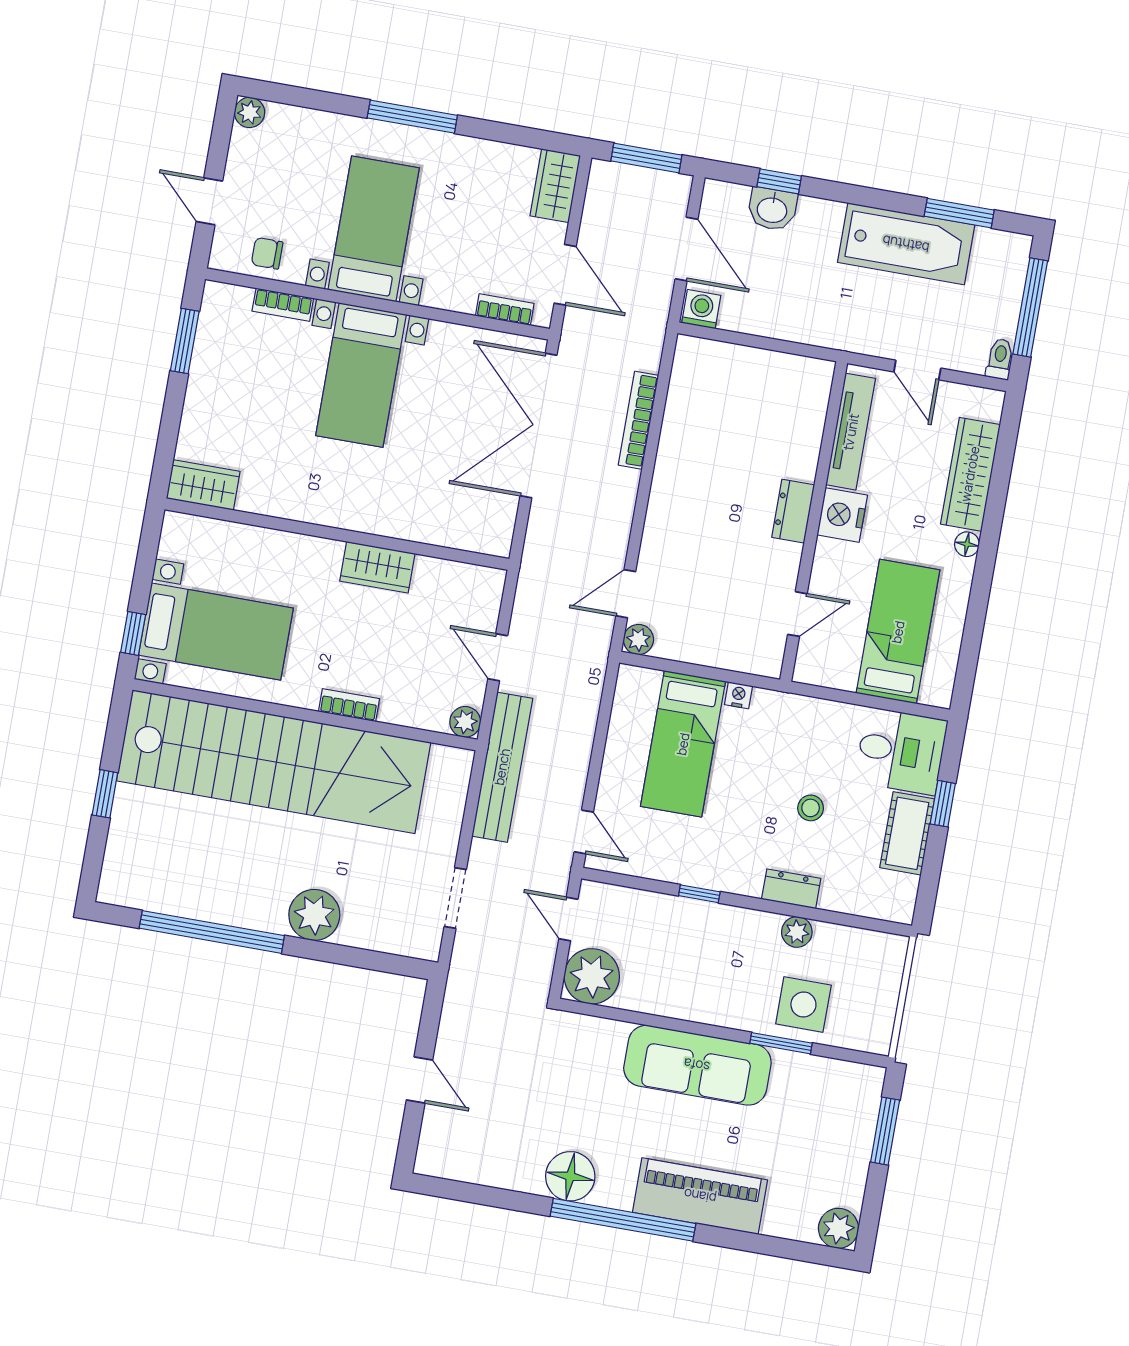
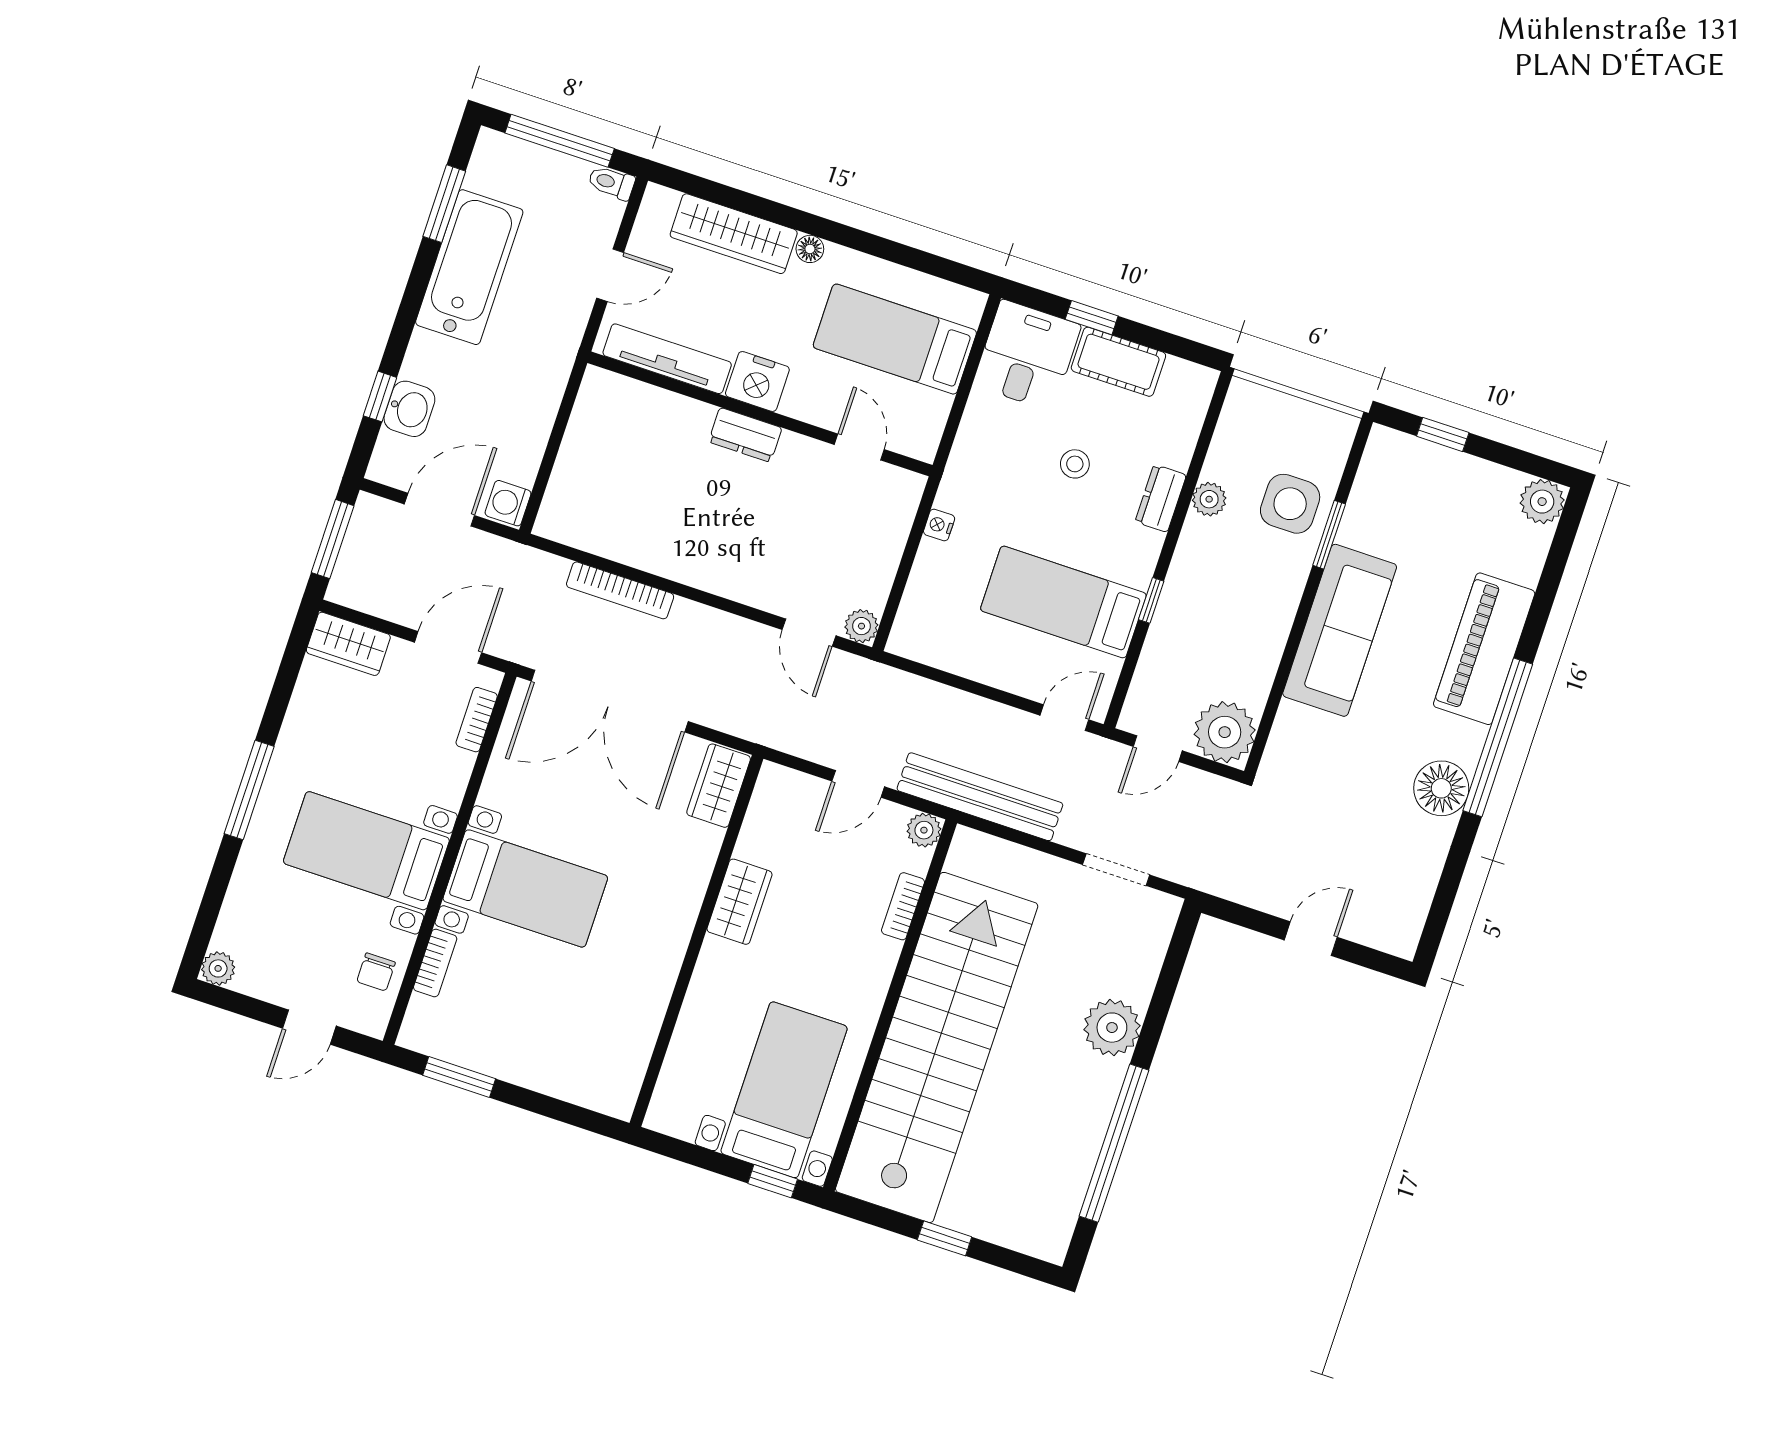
wardrobe: (203, 485) -> (719, 786), moved
bookcase: (349, 705) -> (903, 906), moved
bed: (683, 744) -> (1063, 602), moved, turned 180
window: (885, 1131) -> (1443, 434), width x0.67

